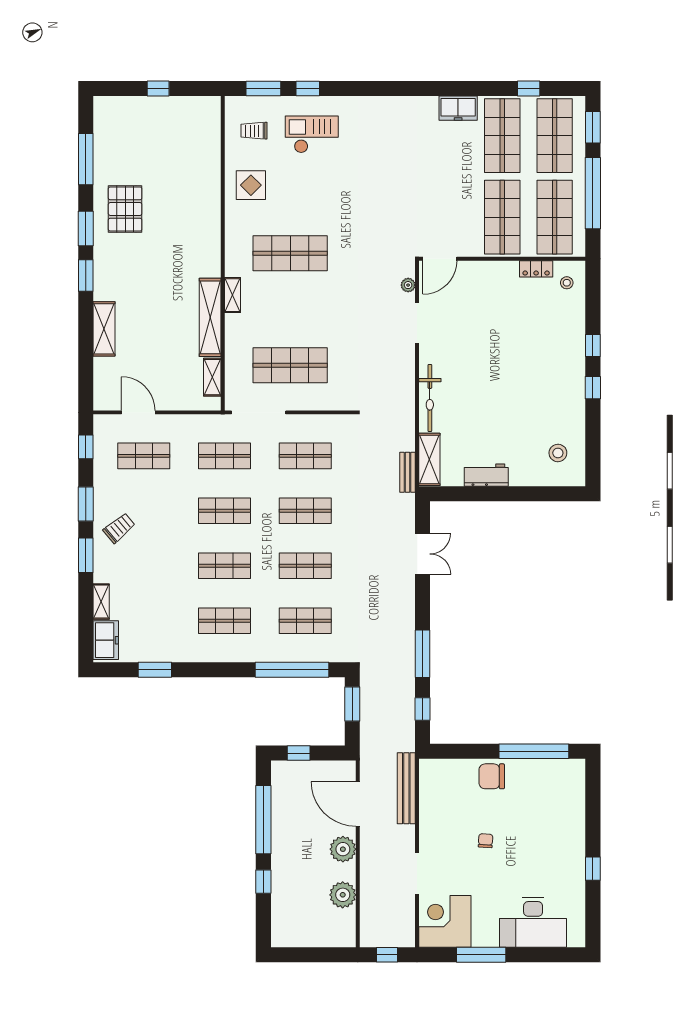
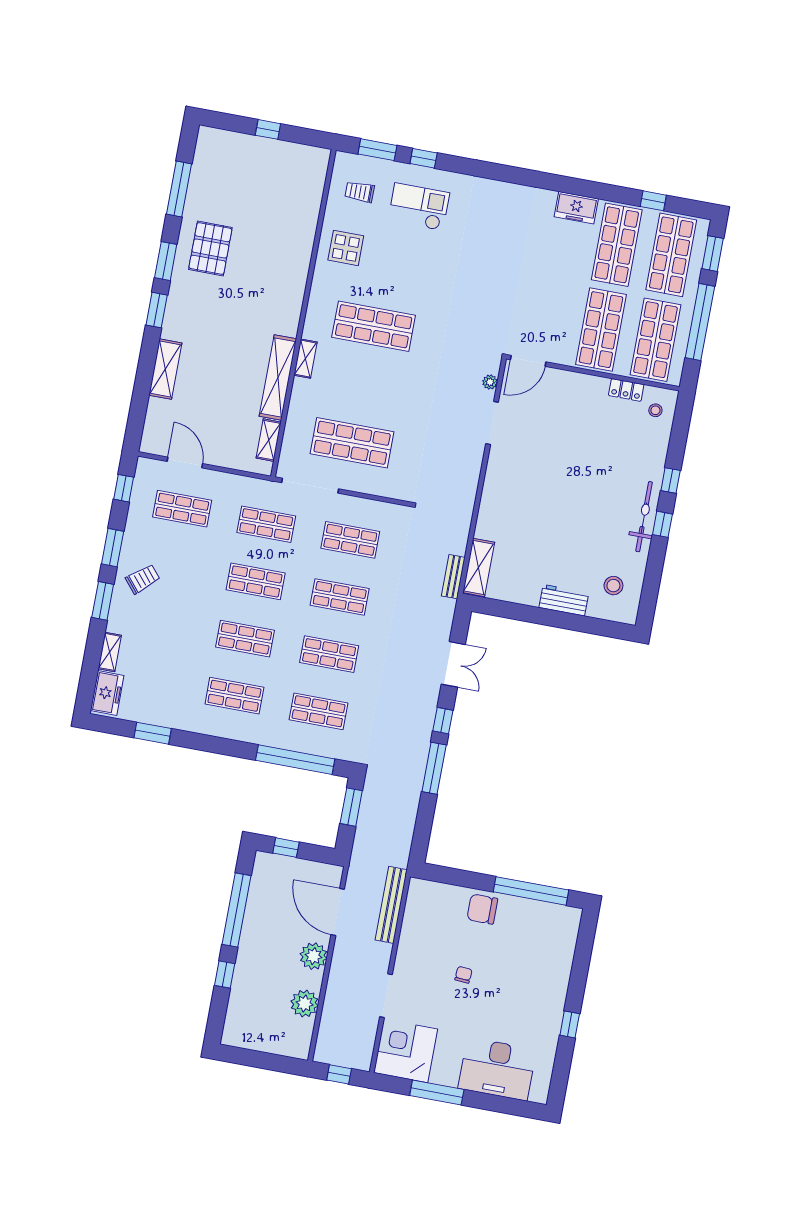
bicycle: (430, 398) -> (644, 517), moved, turned 180
workbench: (486, 475) -> (564, 600), moved
window: (423, 709) -> (443, 721), moved

